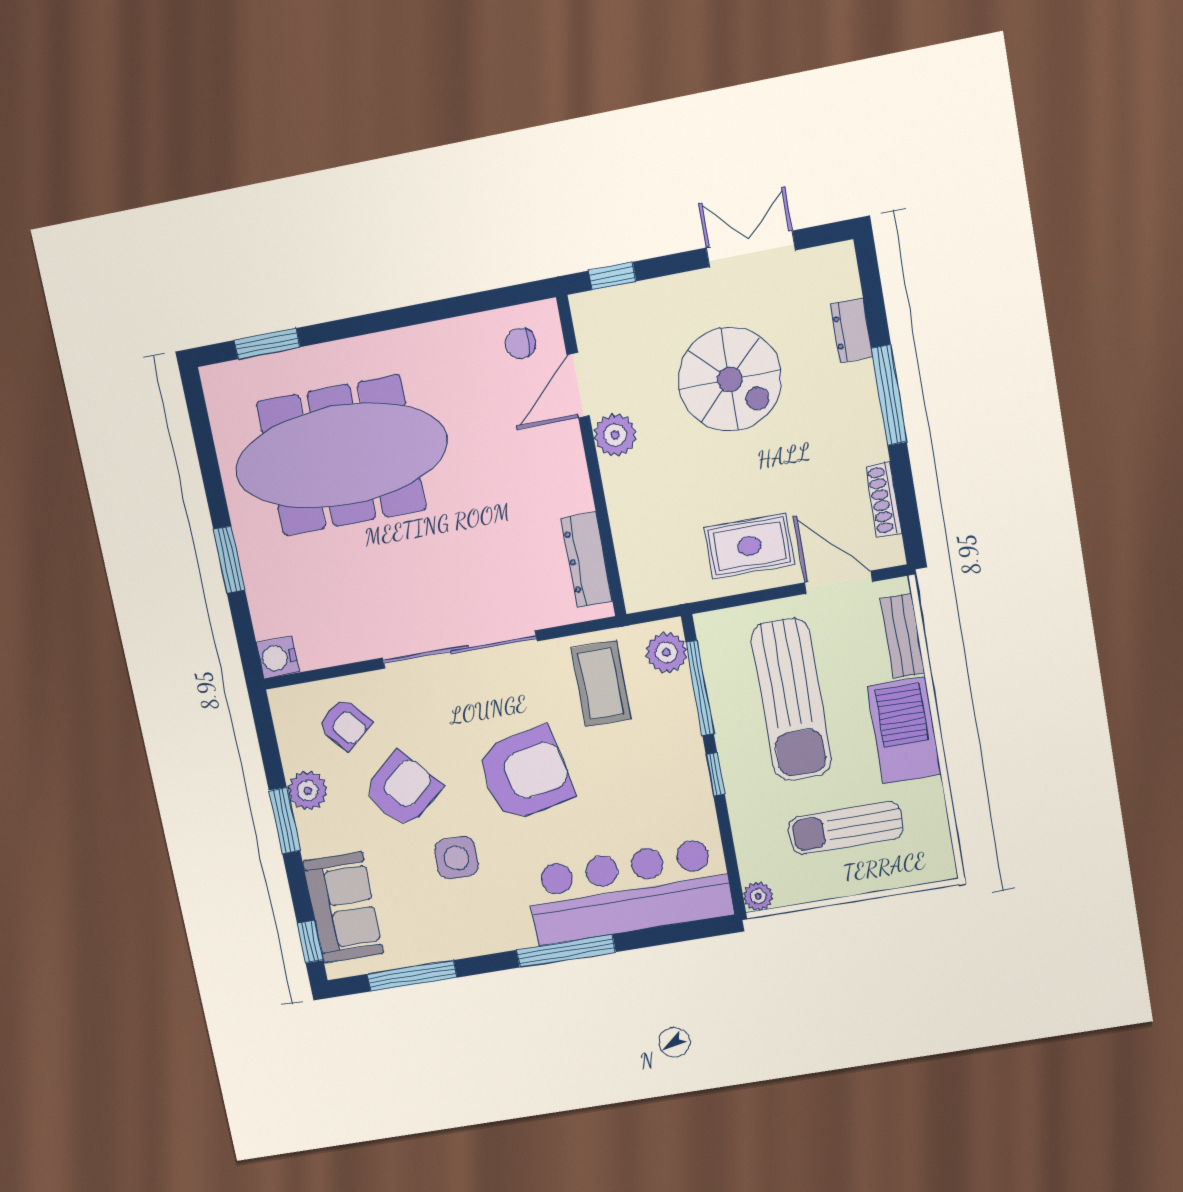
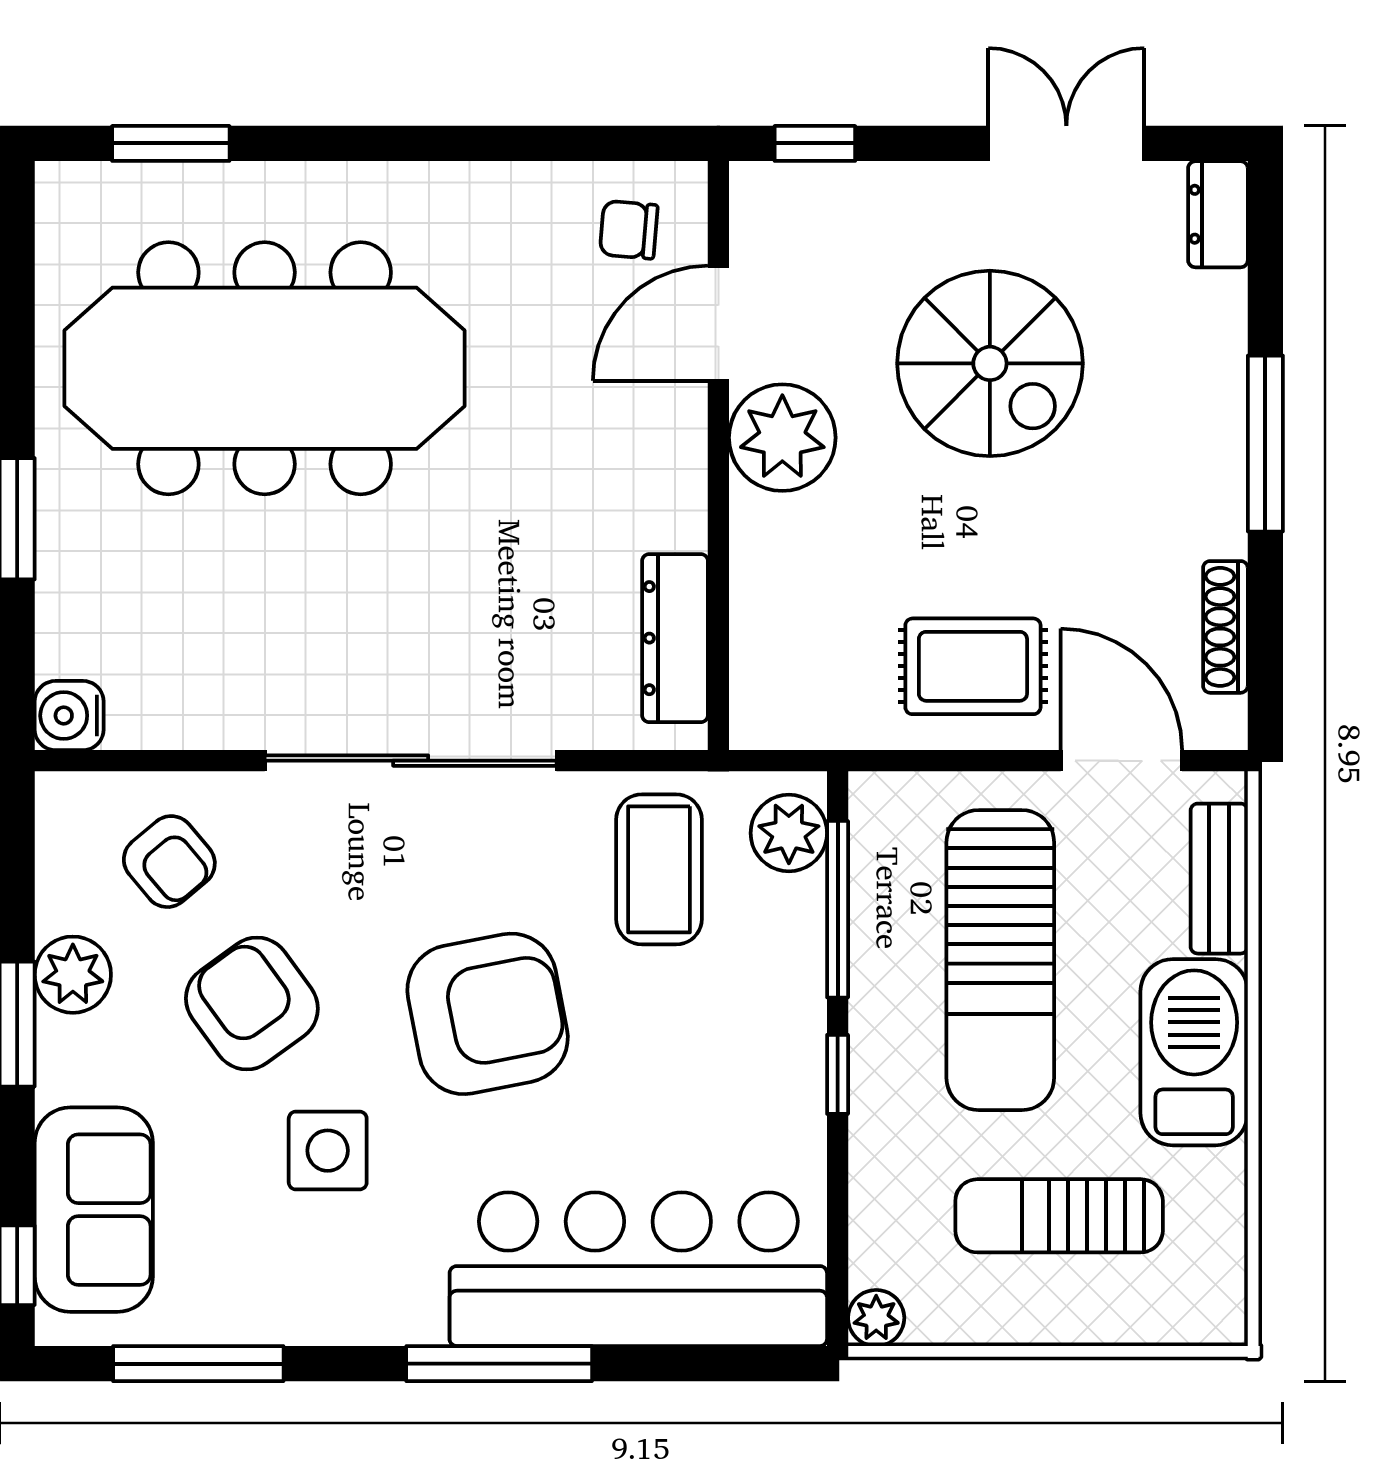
dresser: (851, 331) -> (1218, 214), moved
plant: (615, 435) -> (782, 438), width x1.36, depth x1.36
armchair: (402, 790) -> (252, 1003), turned -85

